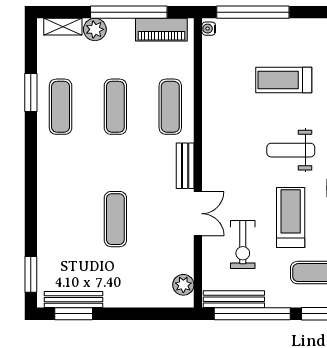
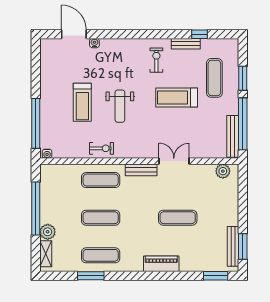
piano: (161, 30) -> (161, 264), moved, turned -90
weight bench: (291, 150) -> (120, 106), moved
exercise bike: (243, 245) -> (101, 148), moved, width x0.73, depth x0.72

